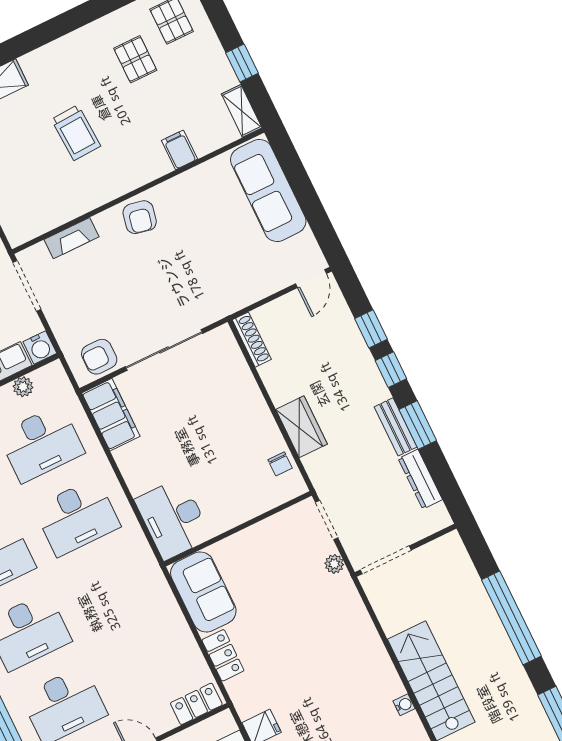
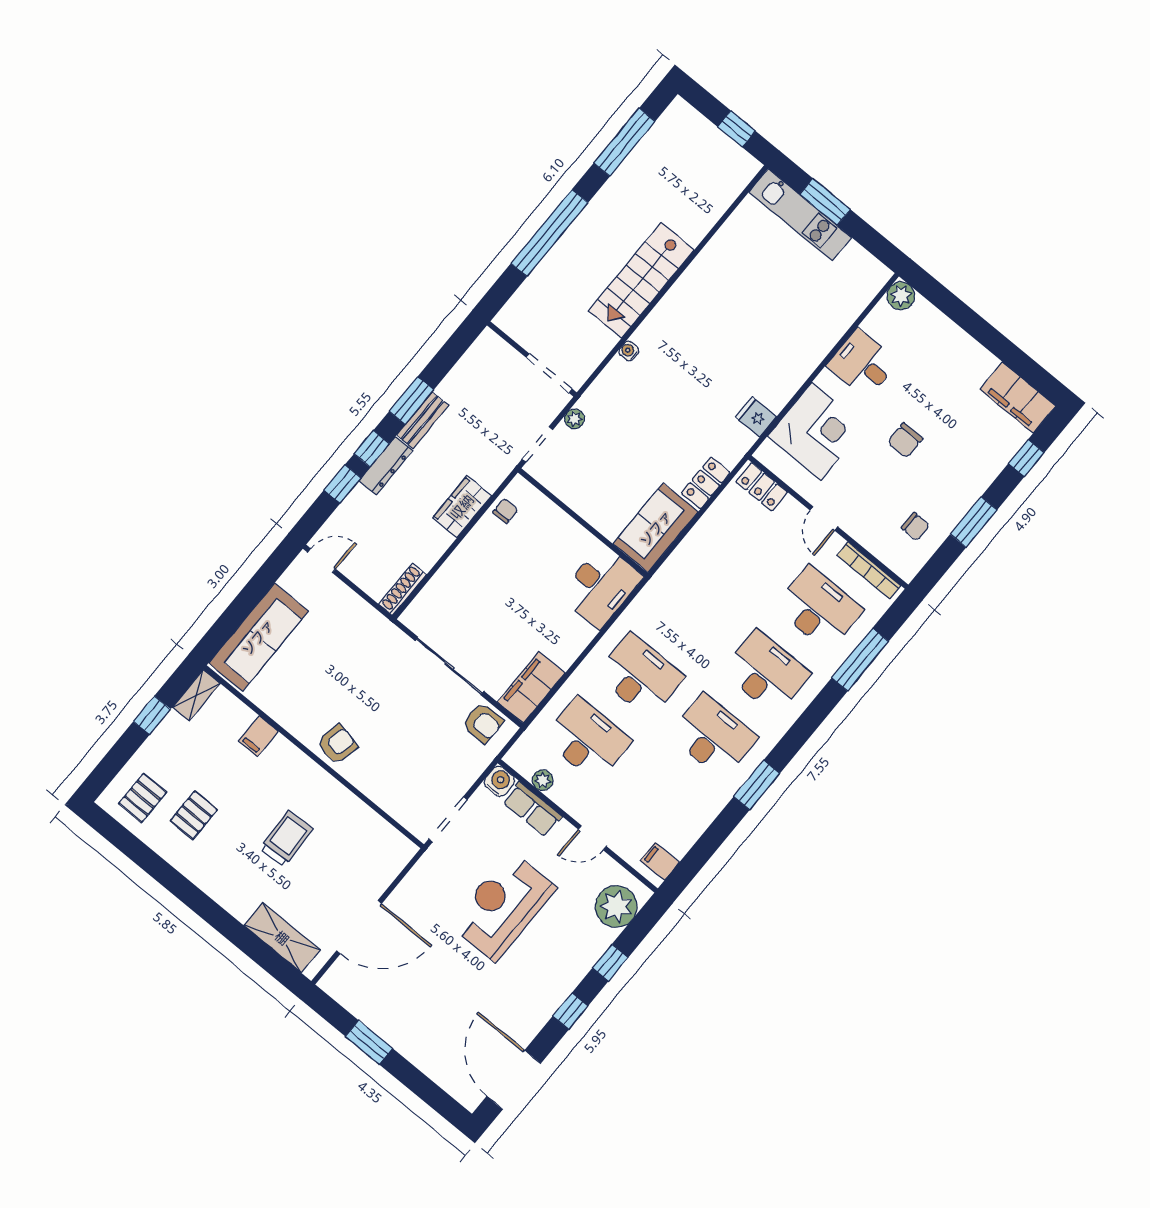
fireplace: (72, 238) -> (385, 798), removed
dresser: (420, 479) -> (386, 466), moved
water cooler: (404, 705) -> (629, 351), moved

